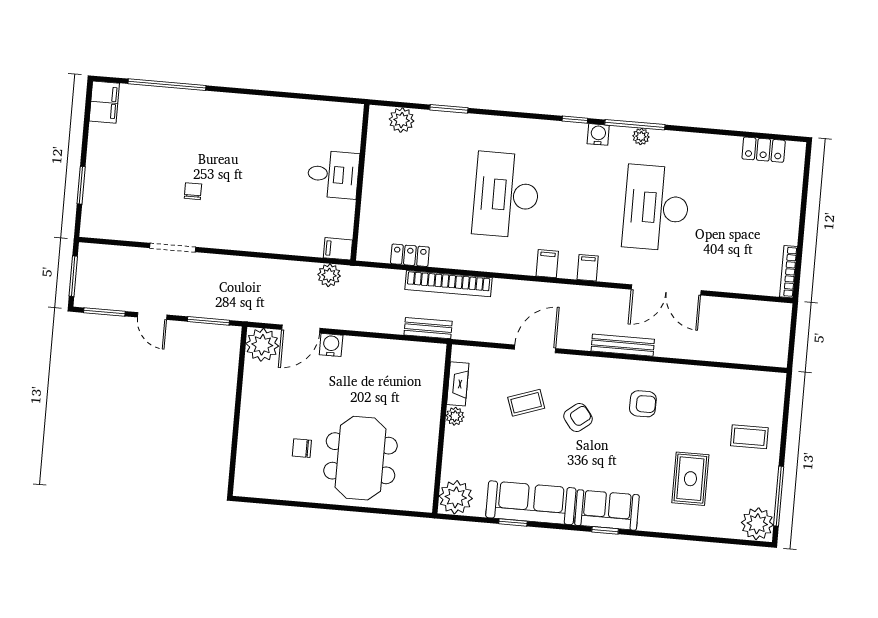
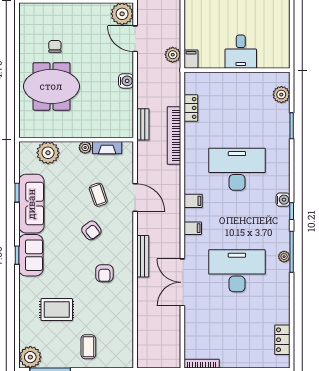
water cooler: (598, 134) -> (283, 200), moved
water cooler: (331, 345) -> (126, 81), moved
plant: (456, 497) -> (48, 153), moved

